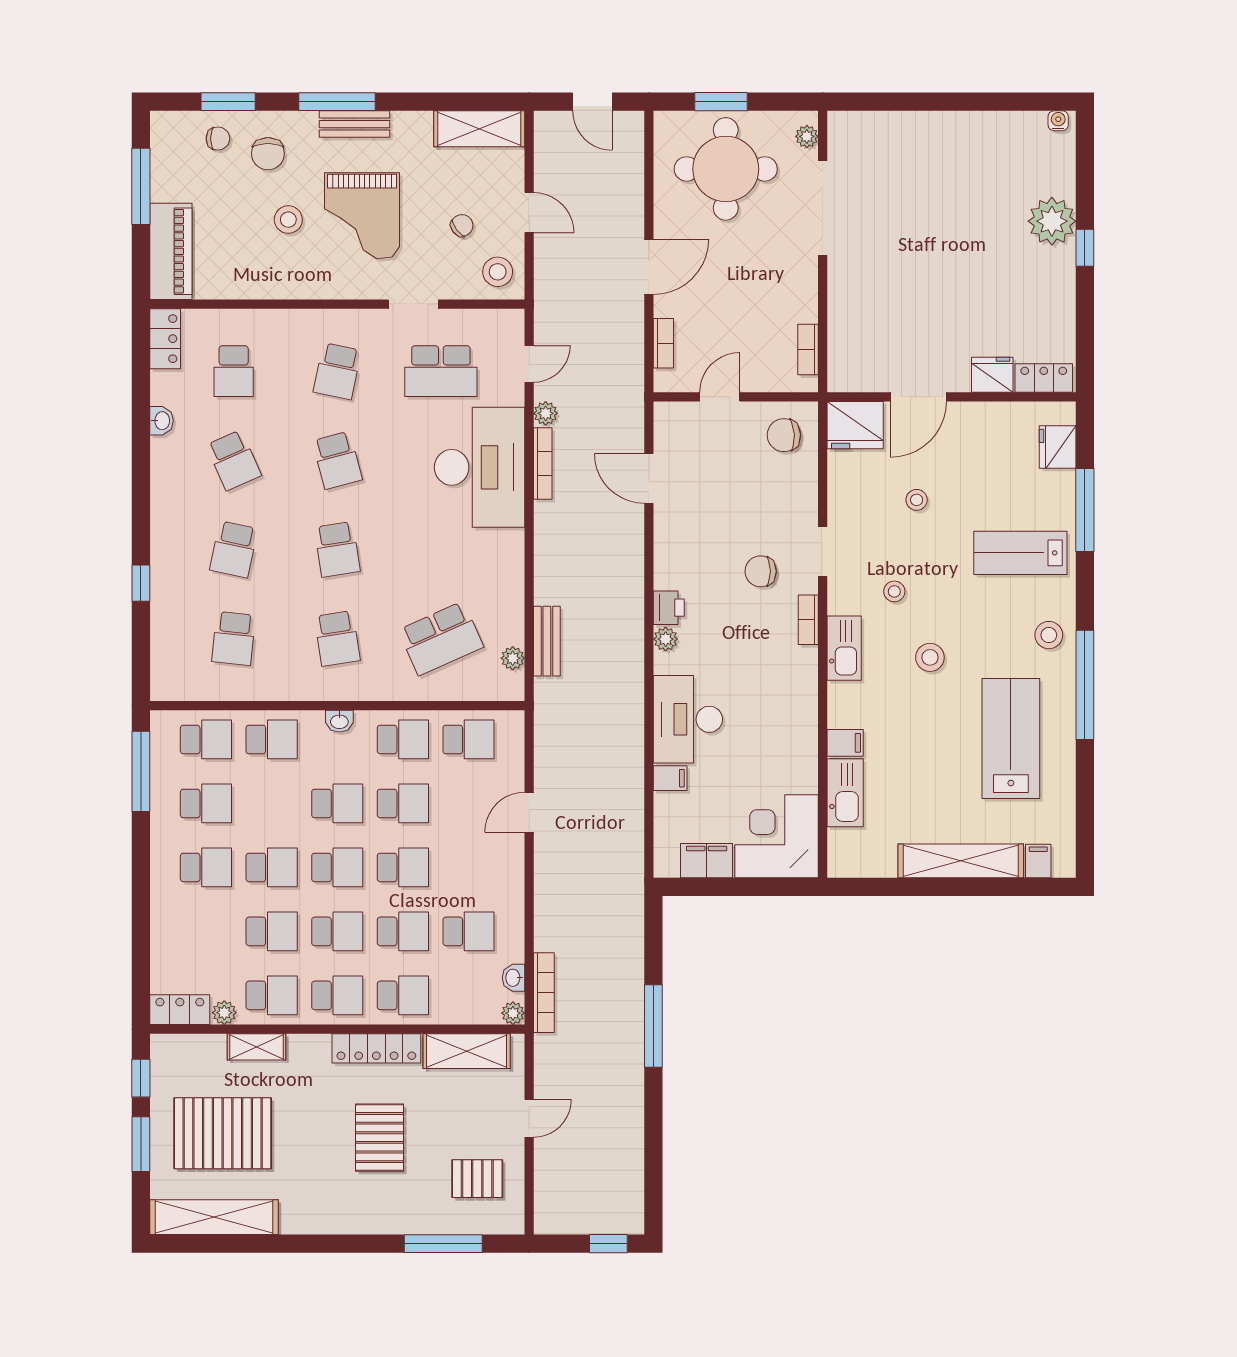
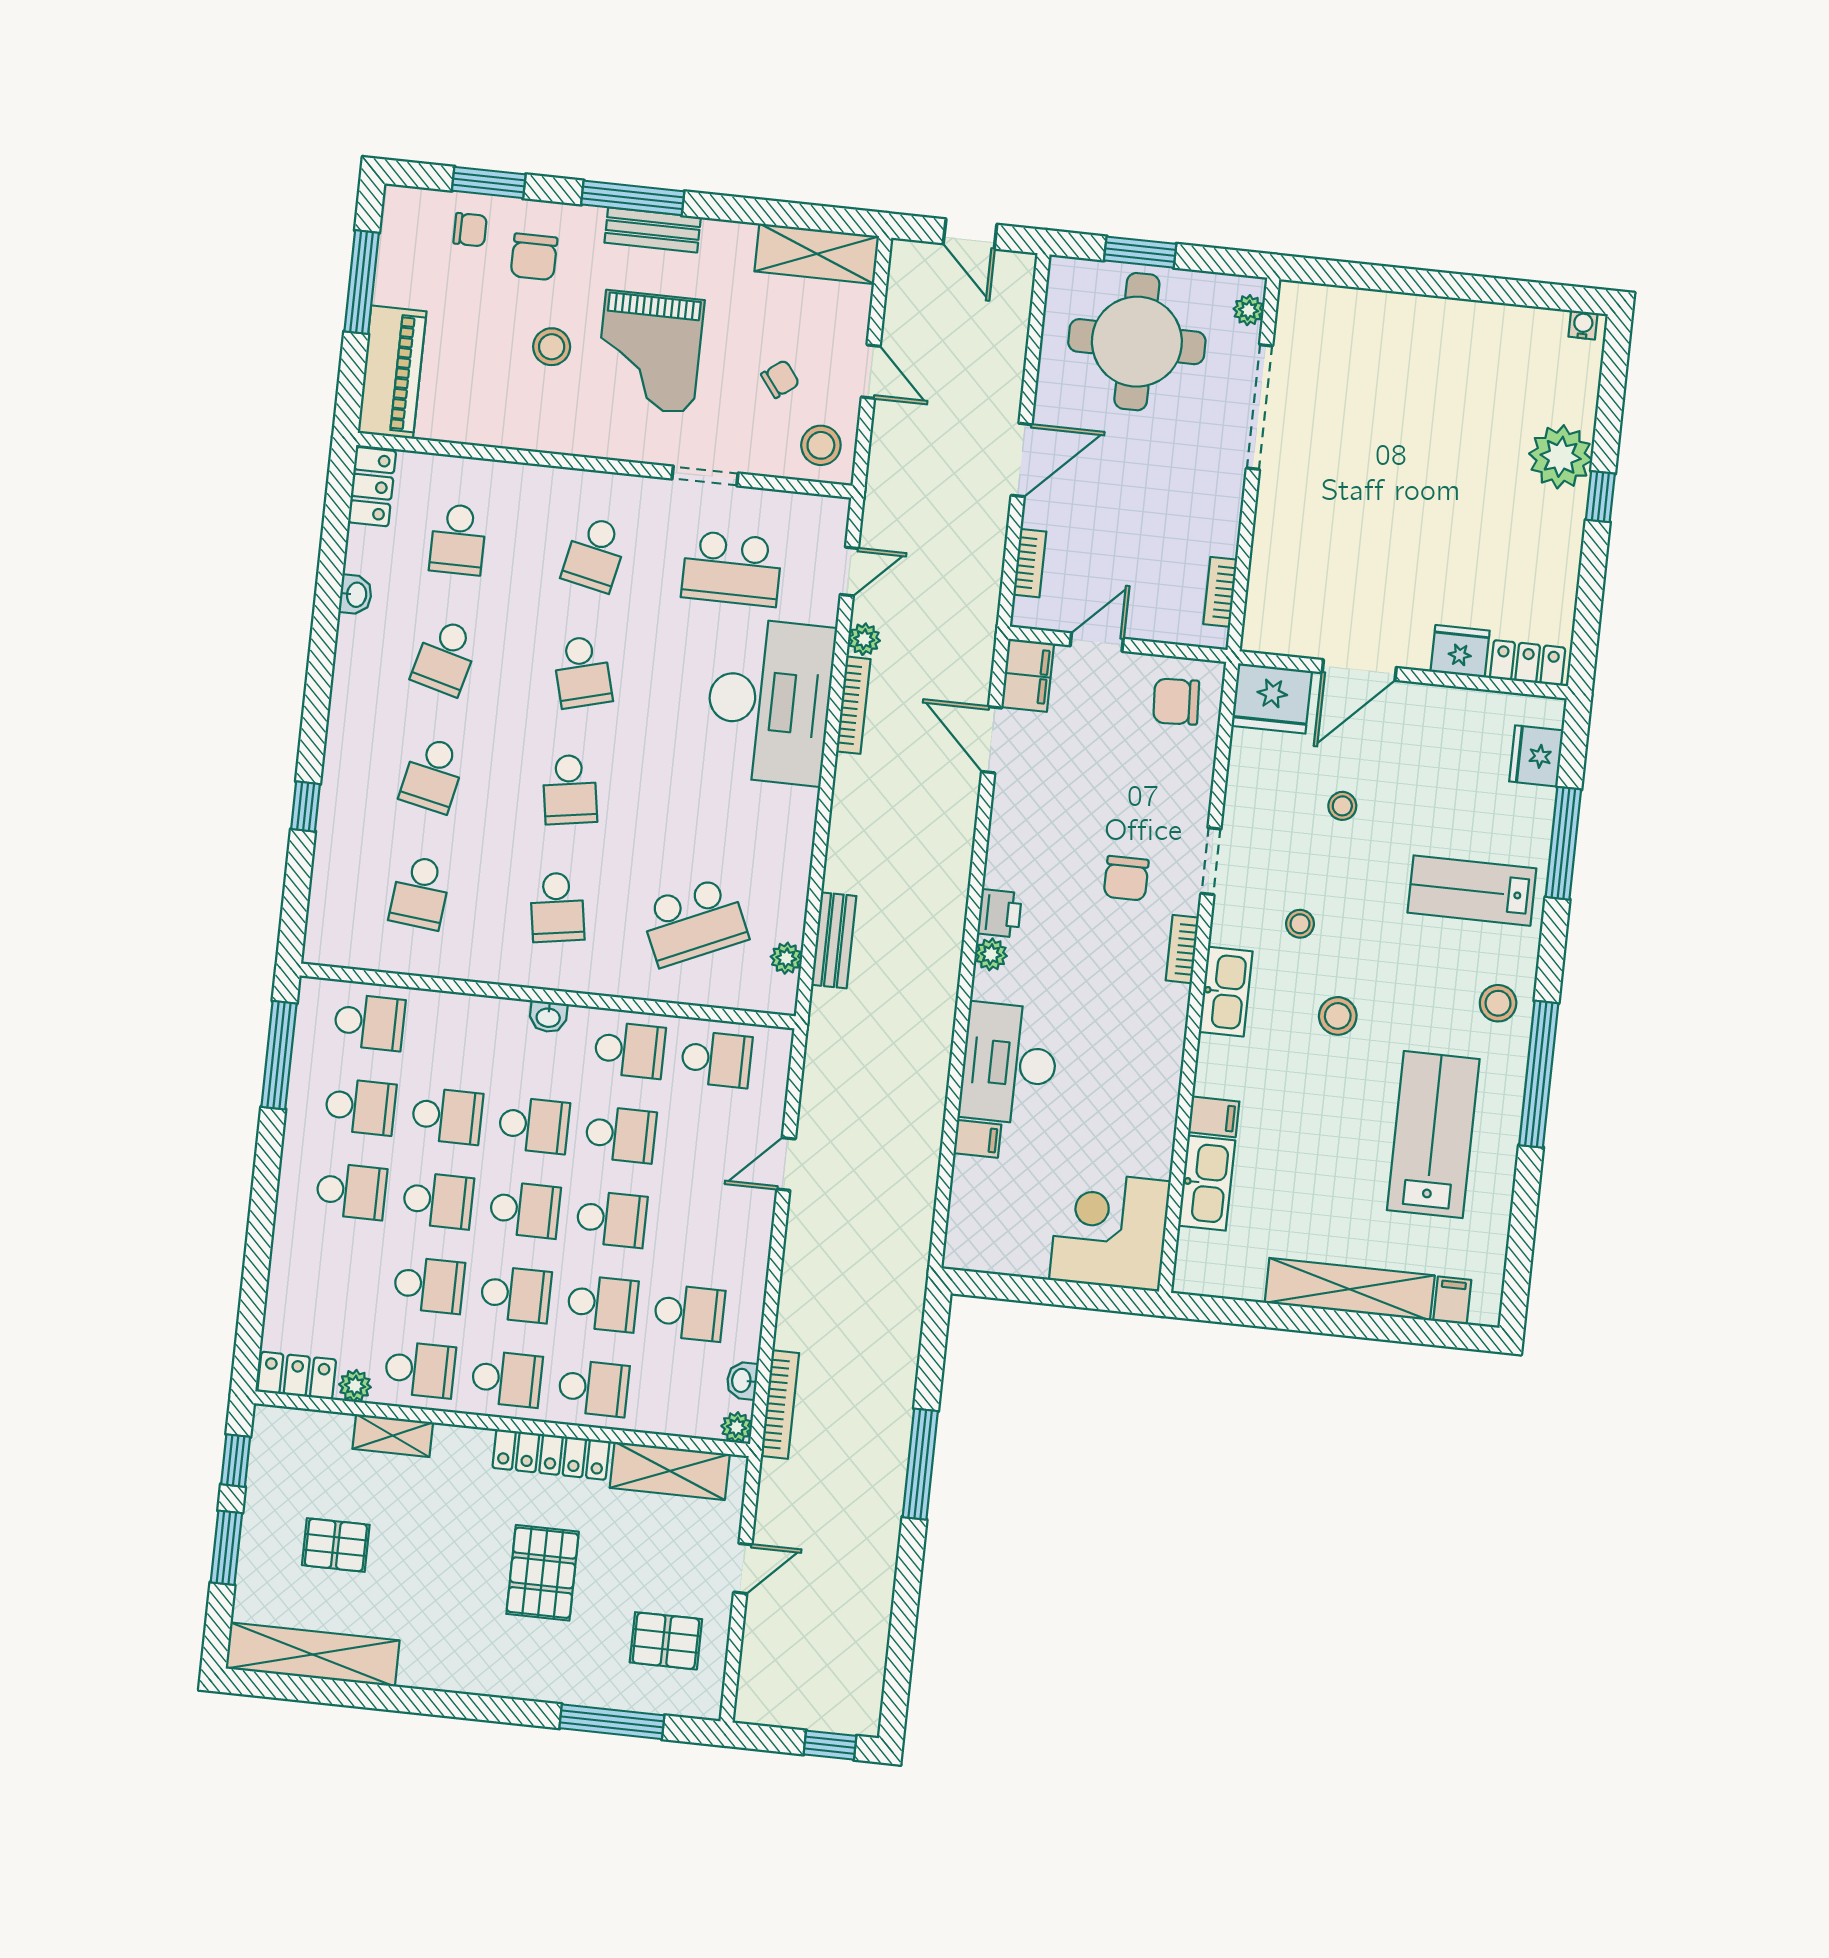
school desk: (234, 460) -> (445, 657), turned 39
chair: (761, 571) -> (1126, 878), turned -90
school desk: (272, 739) -> (447, 1116), moved
filing cabinet: (707, 861) -> (1028, 675), moved, turned 90
pallet: (223, 1133) -> (336, 1545), width x0.49, depth x0.50

